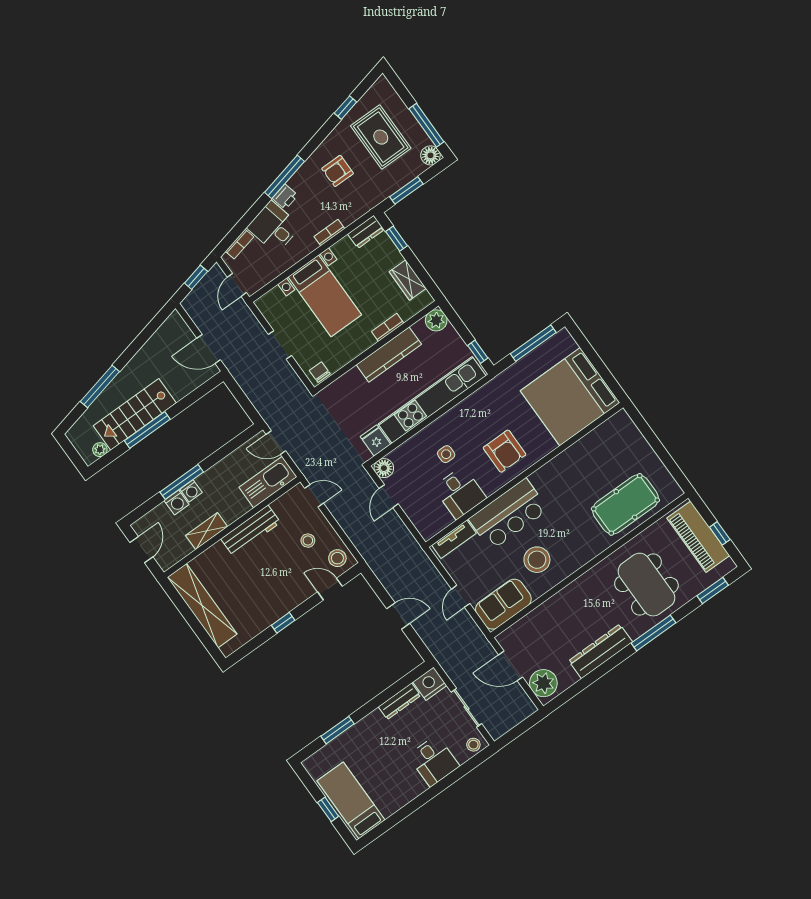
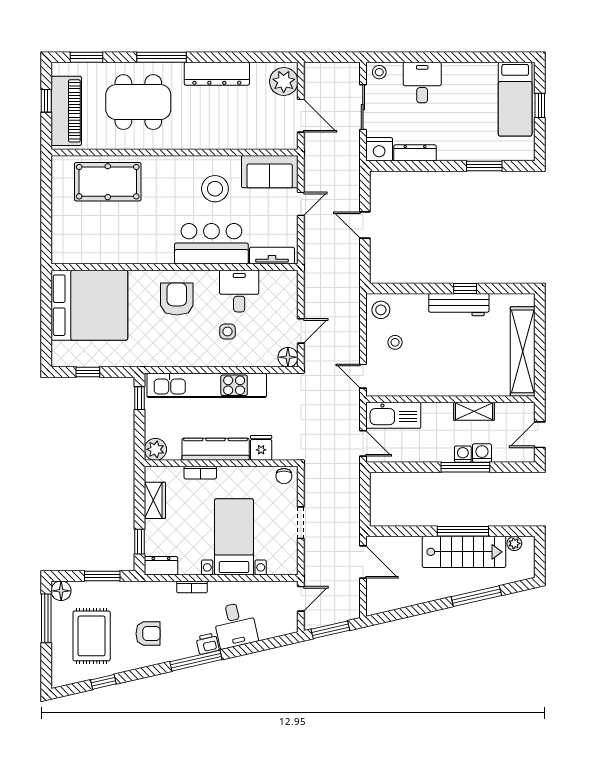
bookcase: (240, 244) -> (274, 631), removed
window: (196, 277) -> (330, 630), width x1.50
window: (533, 343) -> (88, 372), width x0.46
fridge: (375, 440) -> (261, 448), moved, turned 180
workbench: (251, 531) -> (459, 305), moved, turned 180
dining table: (646, 585) -> (138, 102), turned 90
door: (330, 589) -> (406, 288), removed

